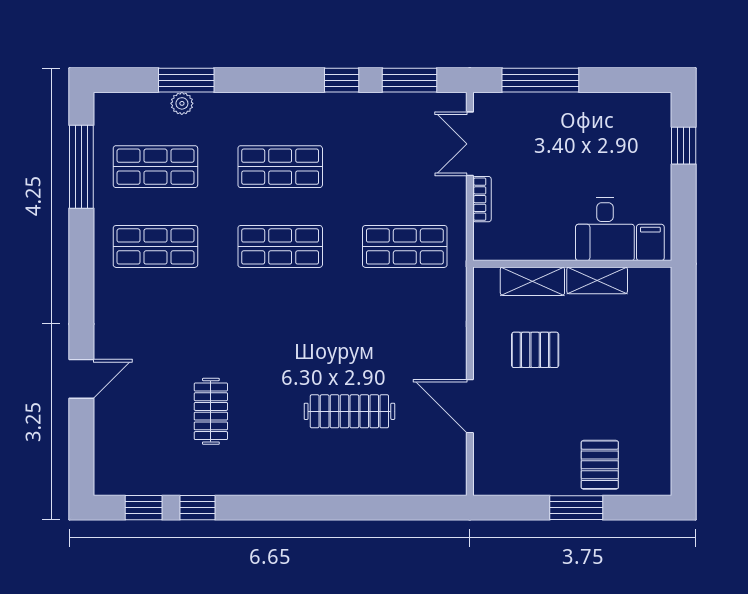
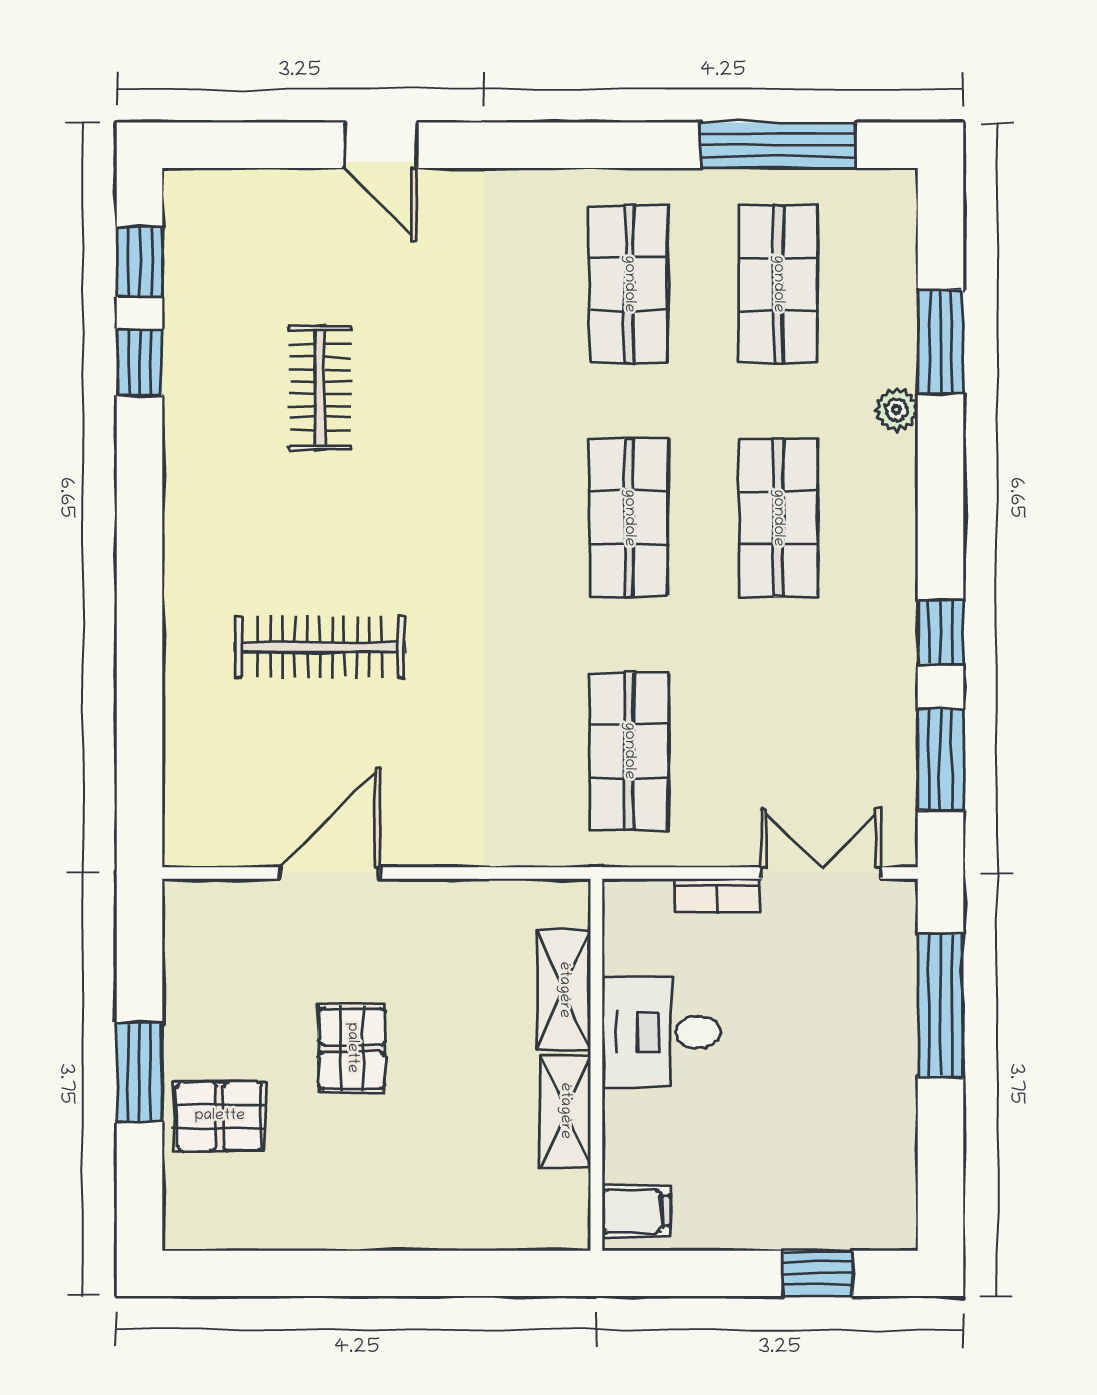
plant: (182, 103) -> (897, 409), moved
desk: (605, 229) -> (661, 1032), moved
pallet: (535, 350) -> (352, 1048), moved
clothes rail: (211, 411) -> (320, 388), turned 90
clothes rail: (349, 411) -> (320, 647), turned 90

